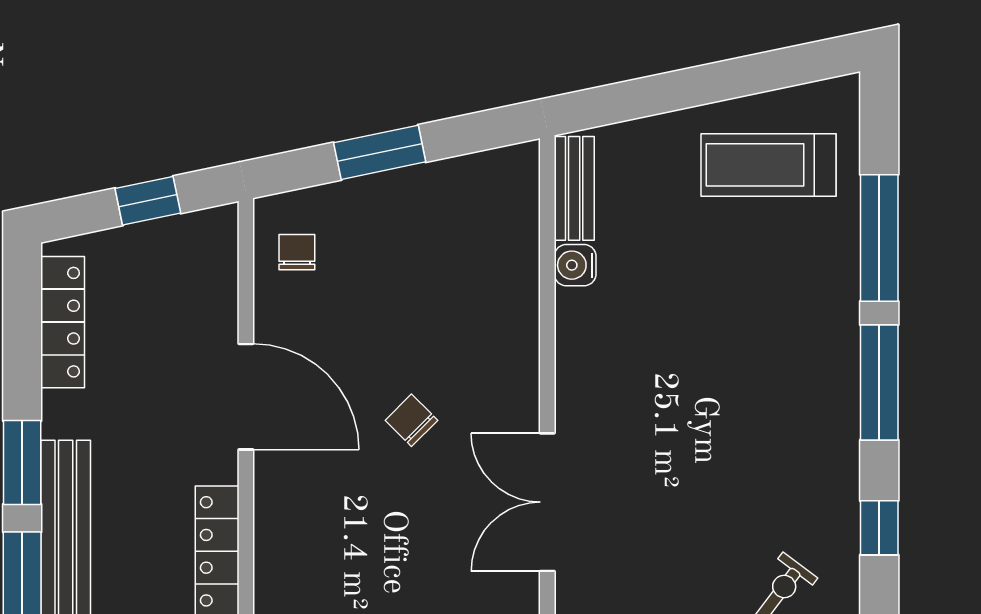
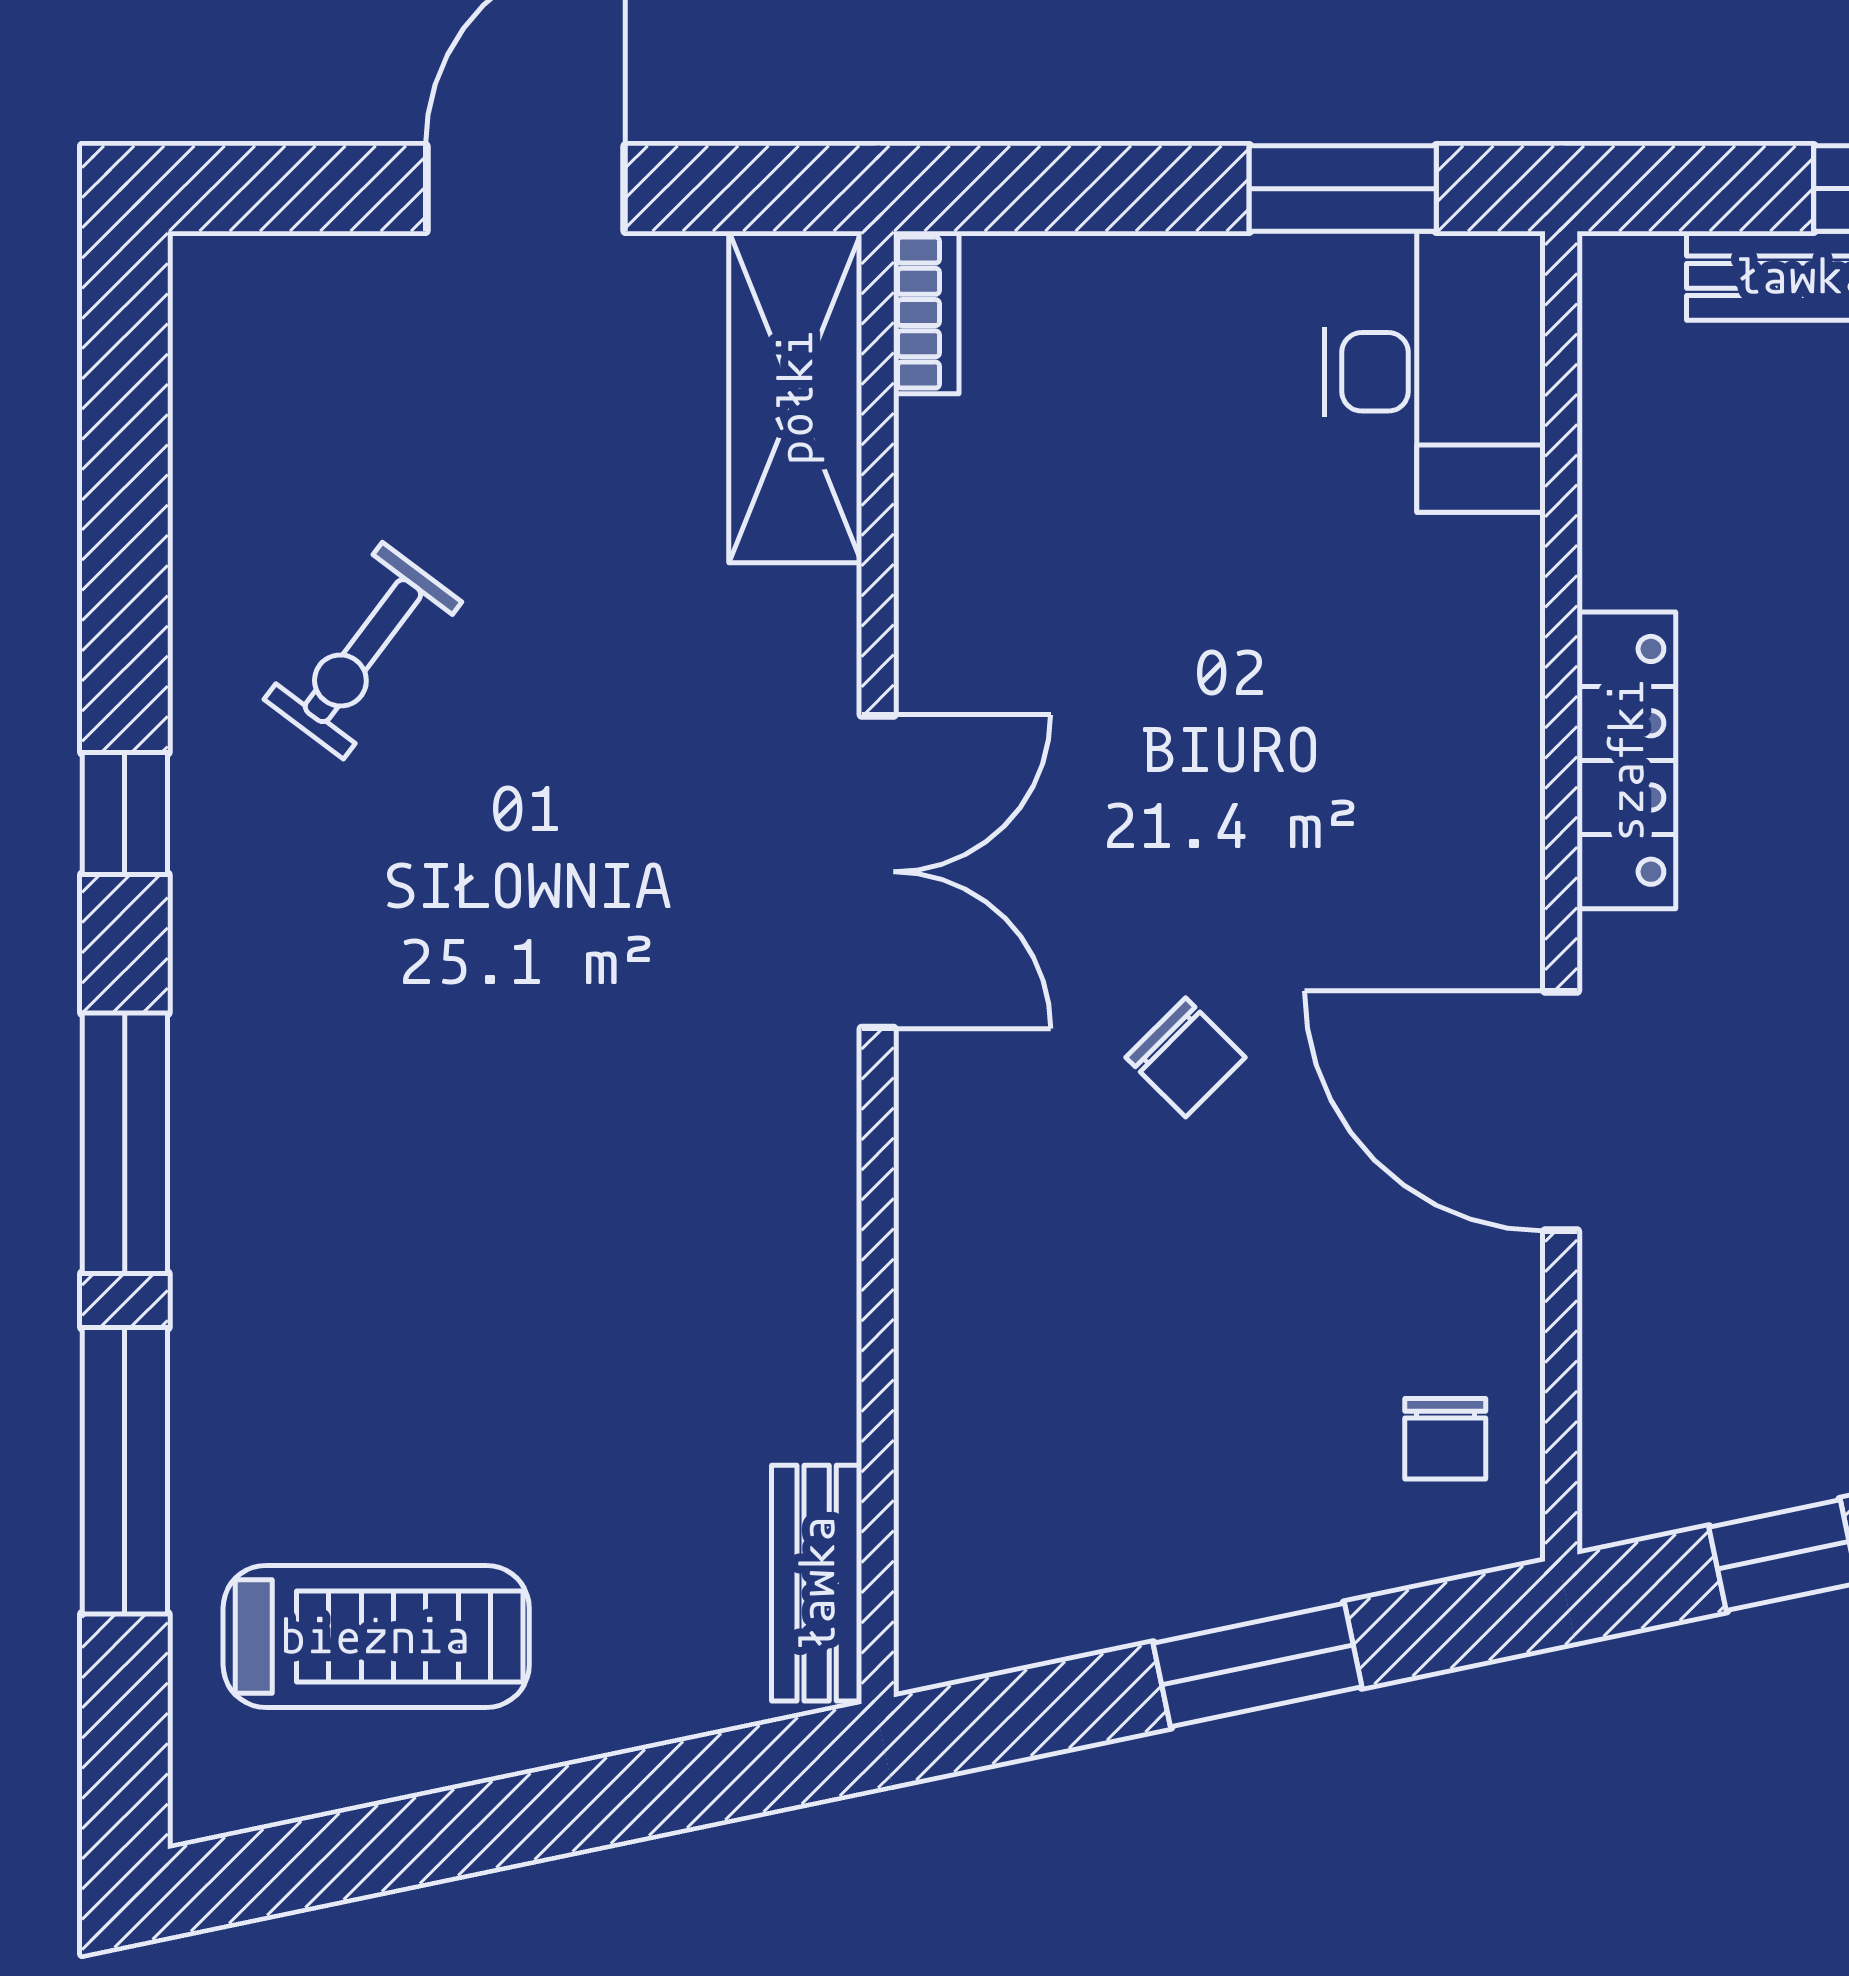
water cooler: (575, 265) -> (814, 1409), removed

